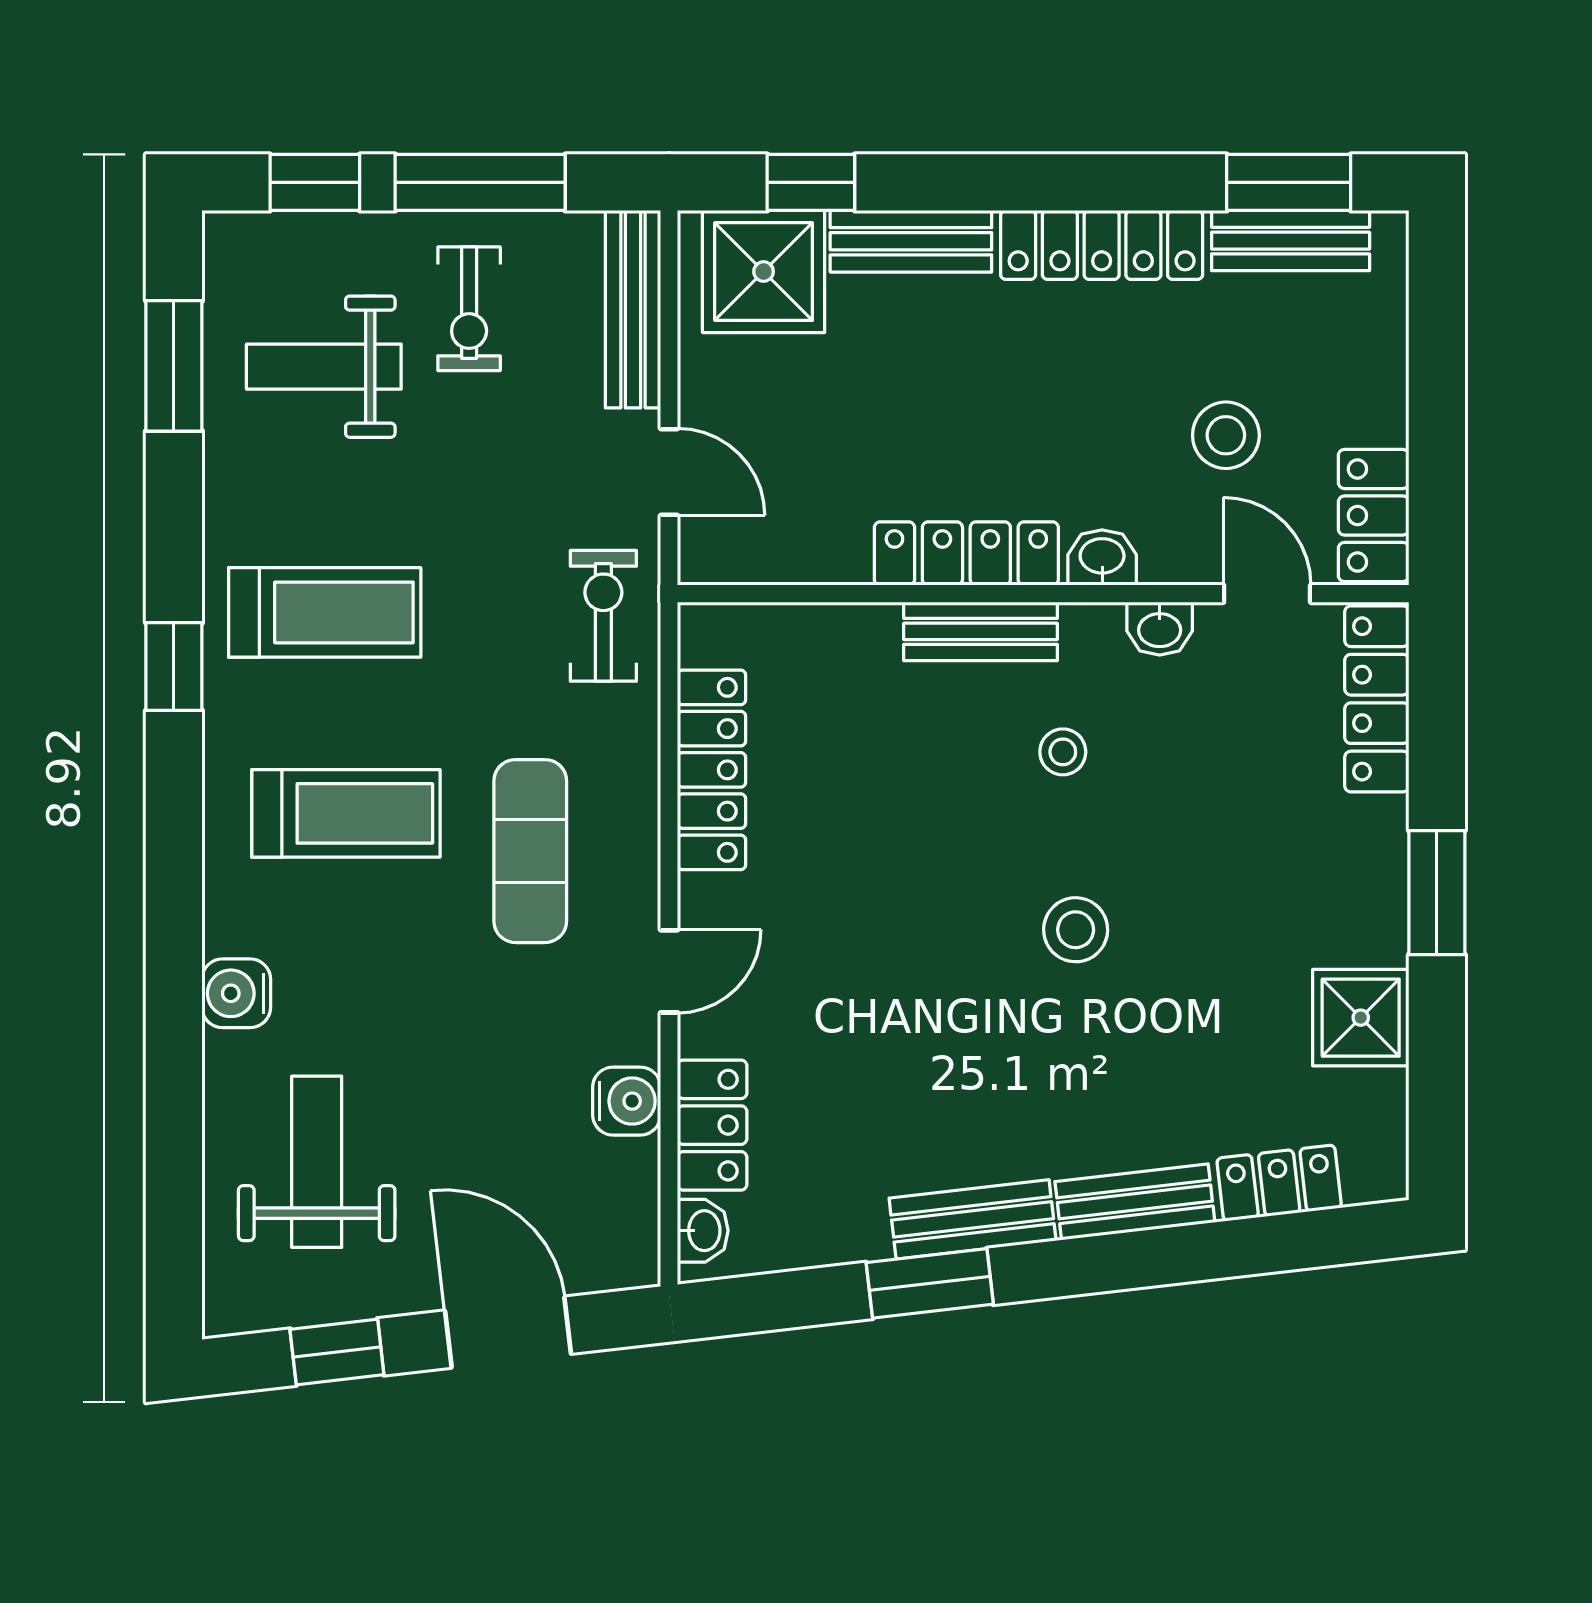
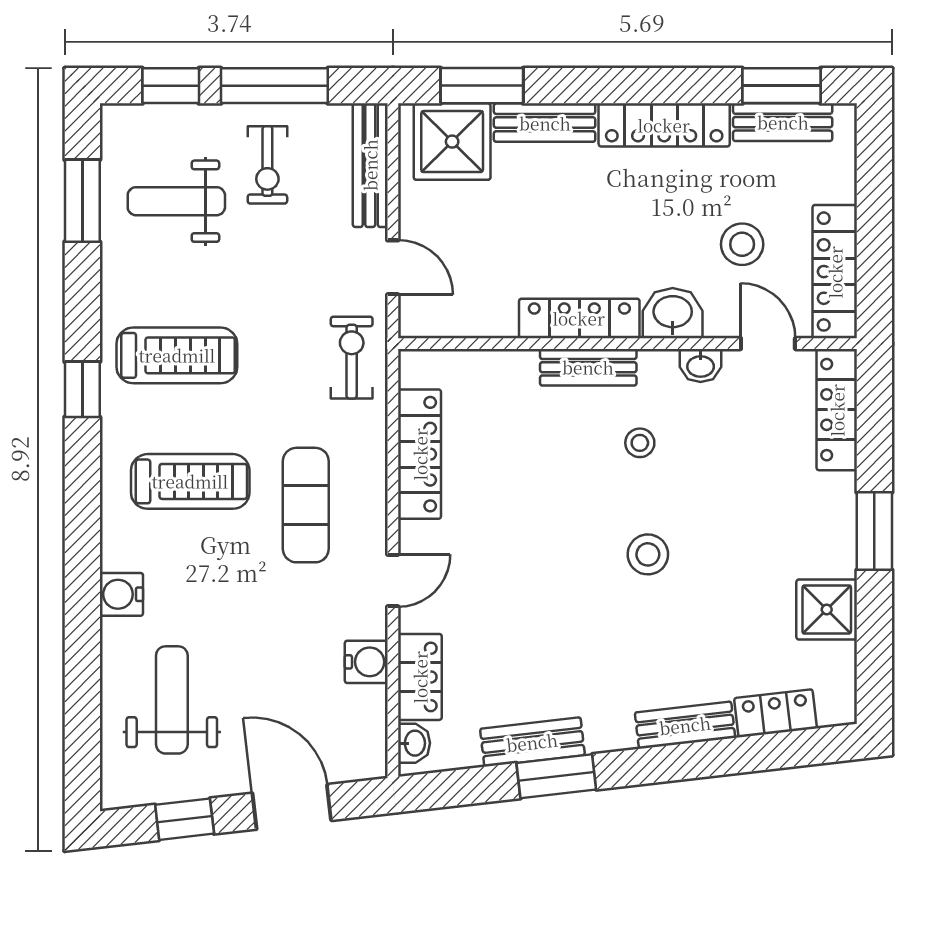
window: (811, 182) -> (482, 86), width x1.50
locker: (1374, 515) -> (835, 272), width x1.53
washbasin: (1102, 558) -> (673, 313), width x1.38, depth x1.45
bench: (973, 1219) -> (532, 742), moved

